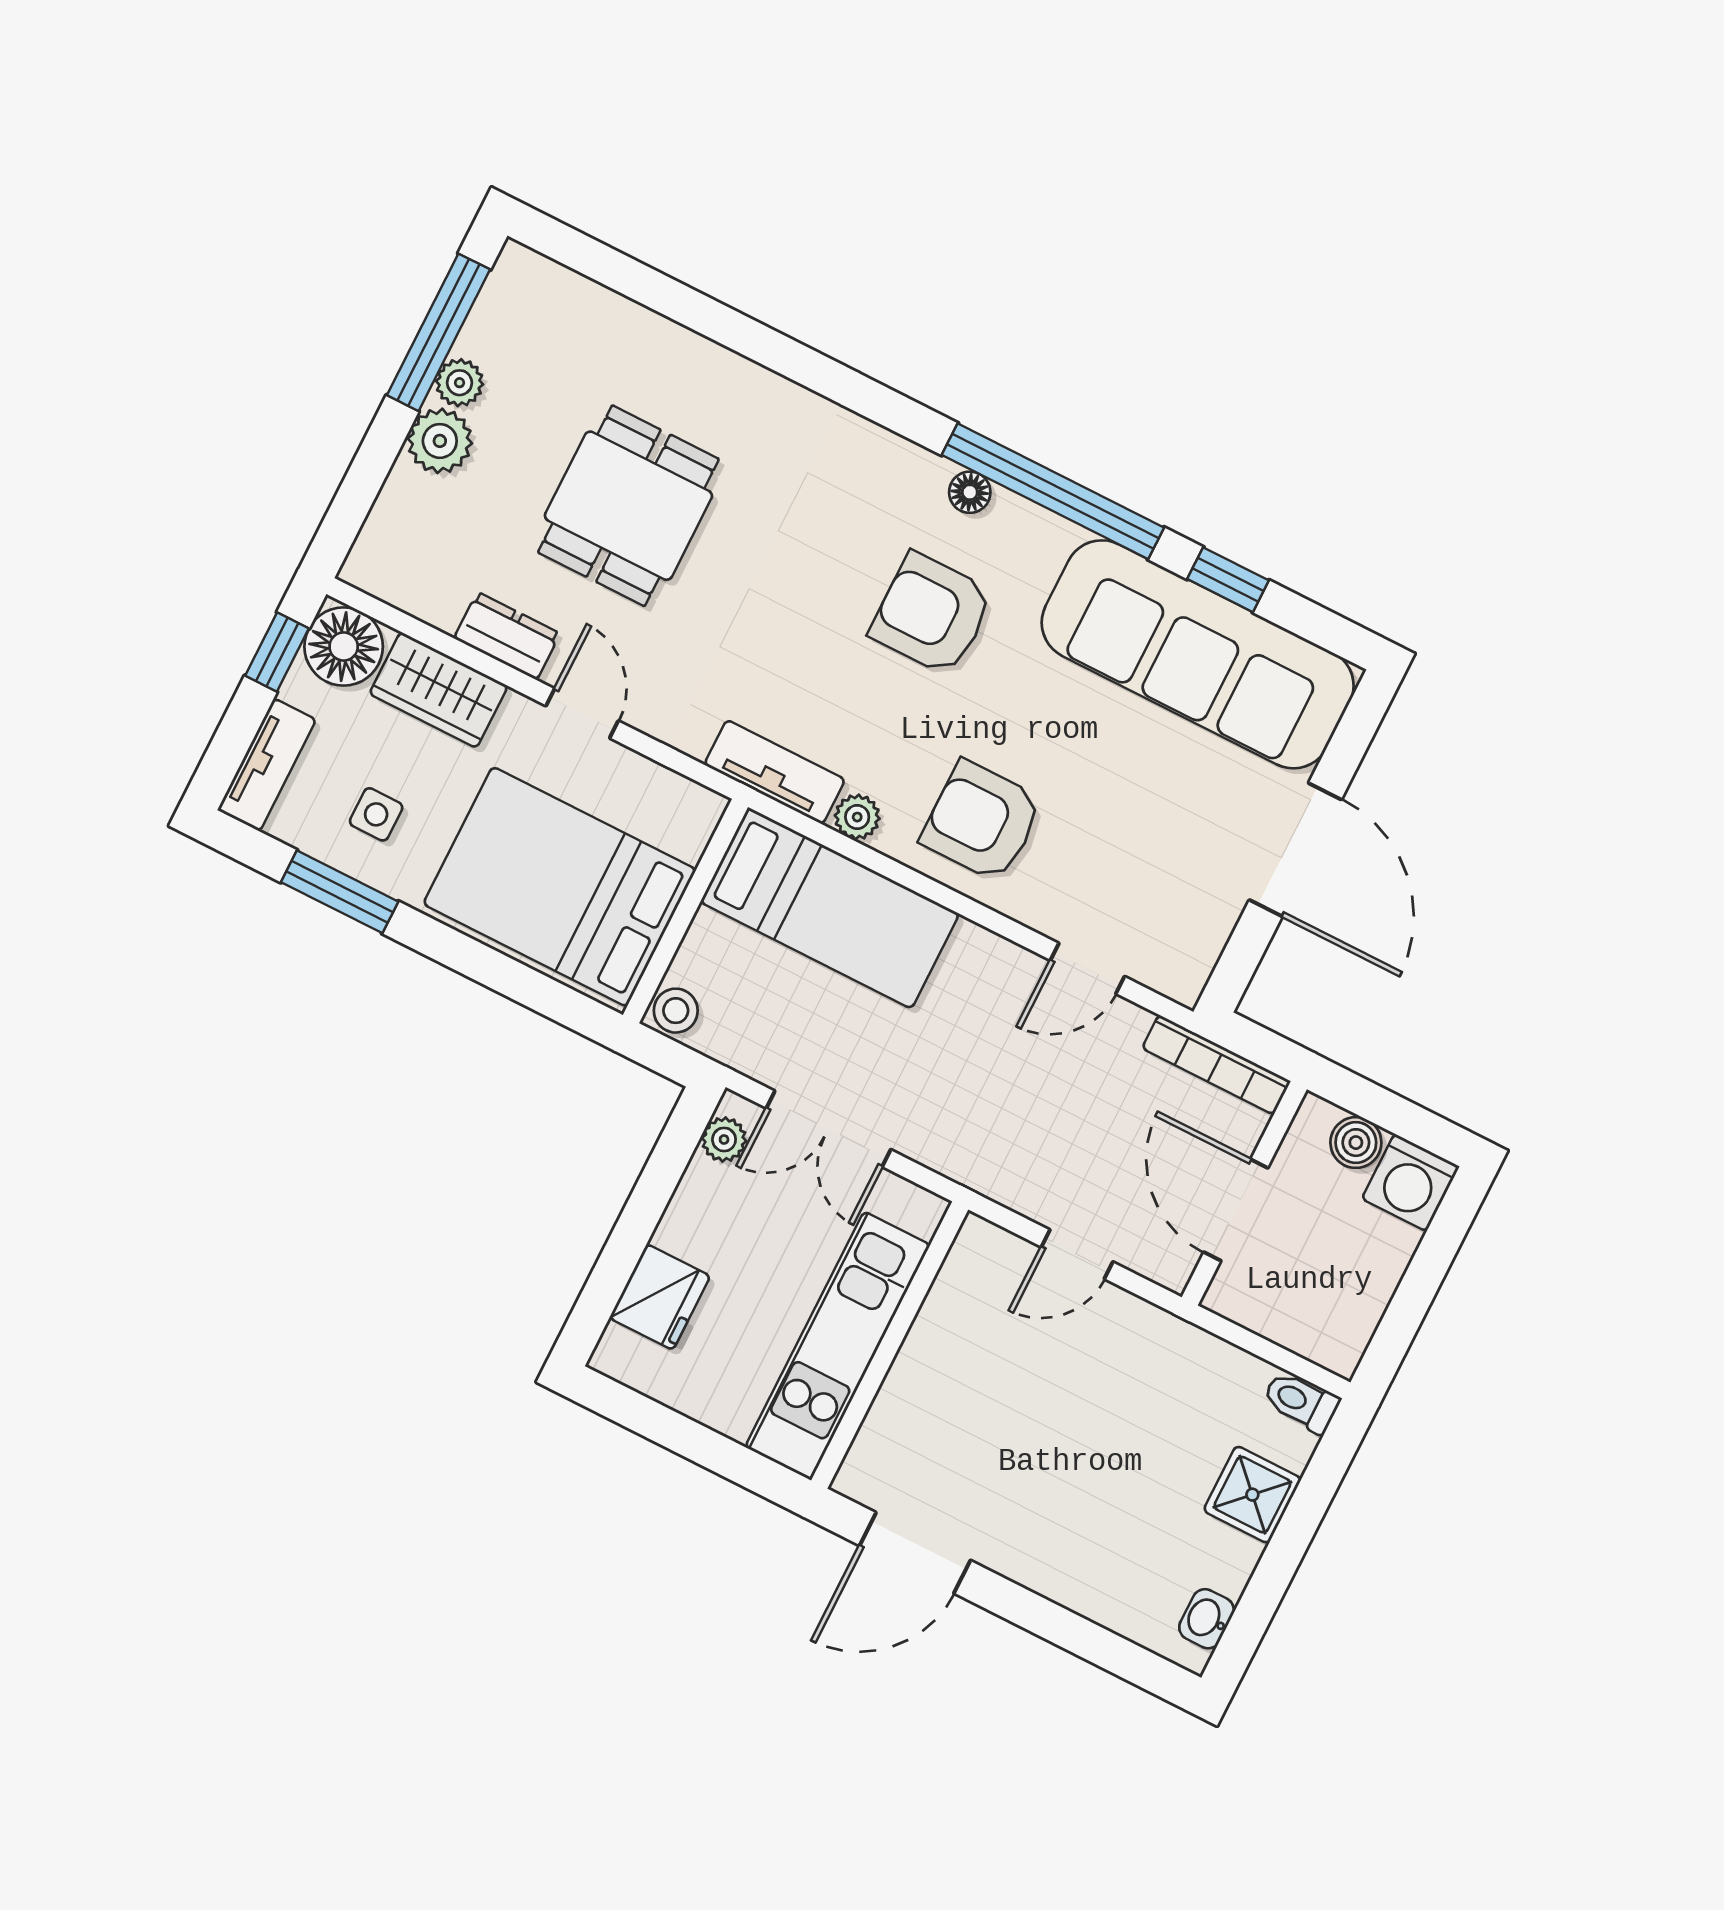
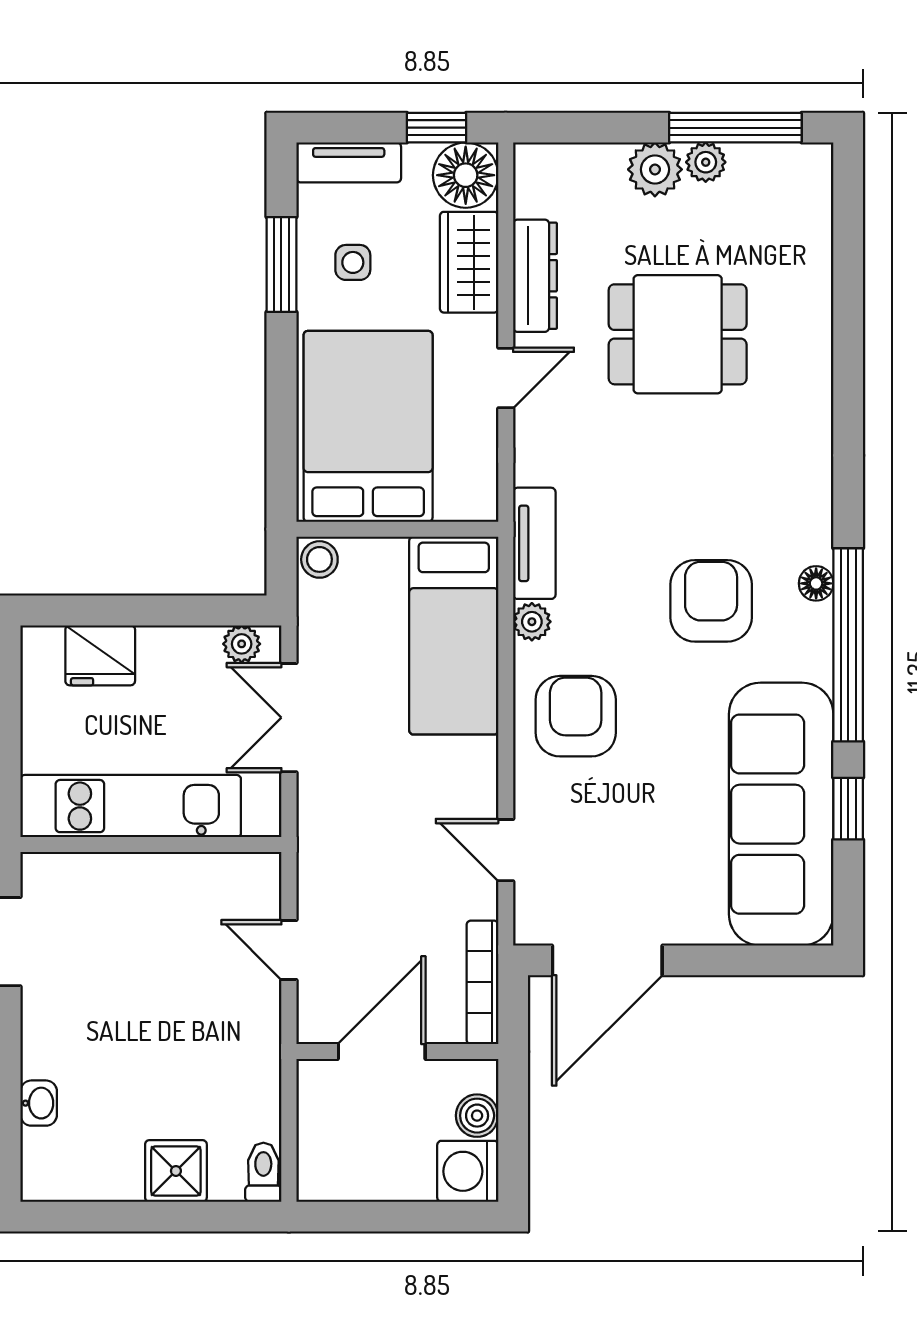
dresser: (507, 636) -> (535, 276), width x1.44
door: (1295, 850) -> (607, 960), moved
washbasin: (1207, 1619) -> (39, 1103), moved, turned 90

